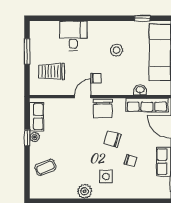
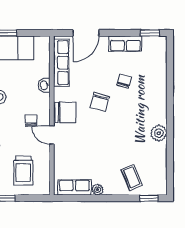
washbasin: (140, 90) -> (44, 85), moved
window: (27, 138) -> (149, 198), moved
side table: (106, 177) -> (142, 109), removed

